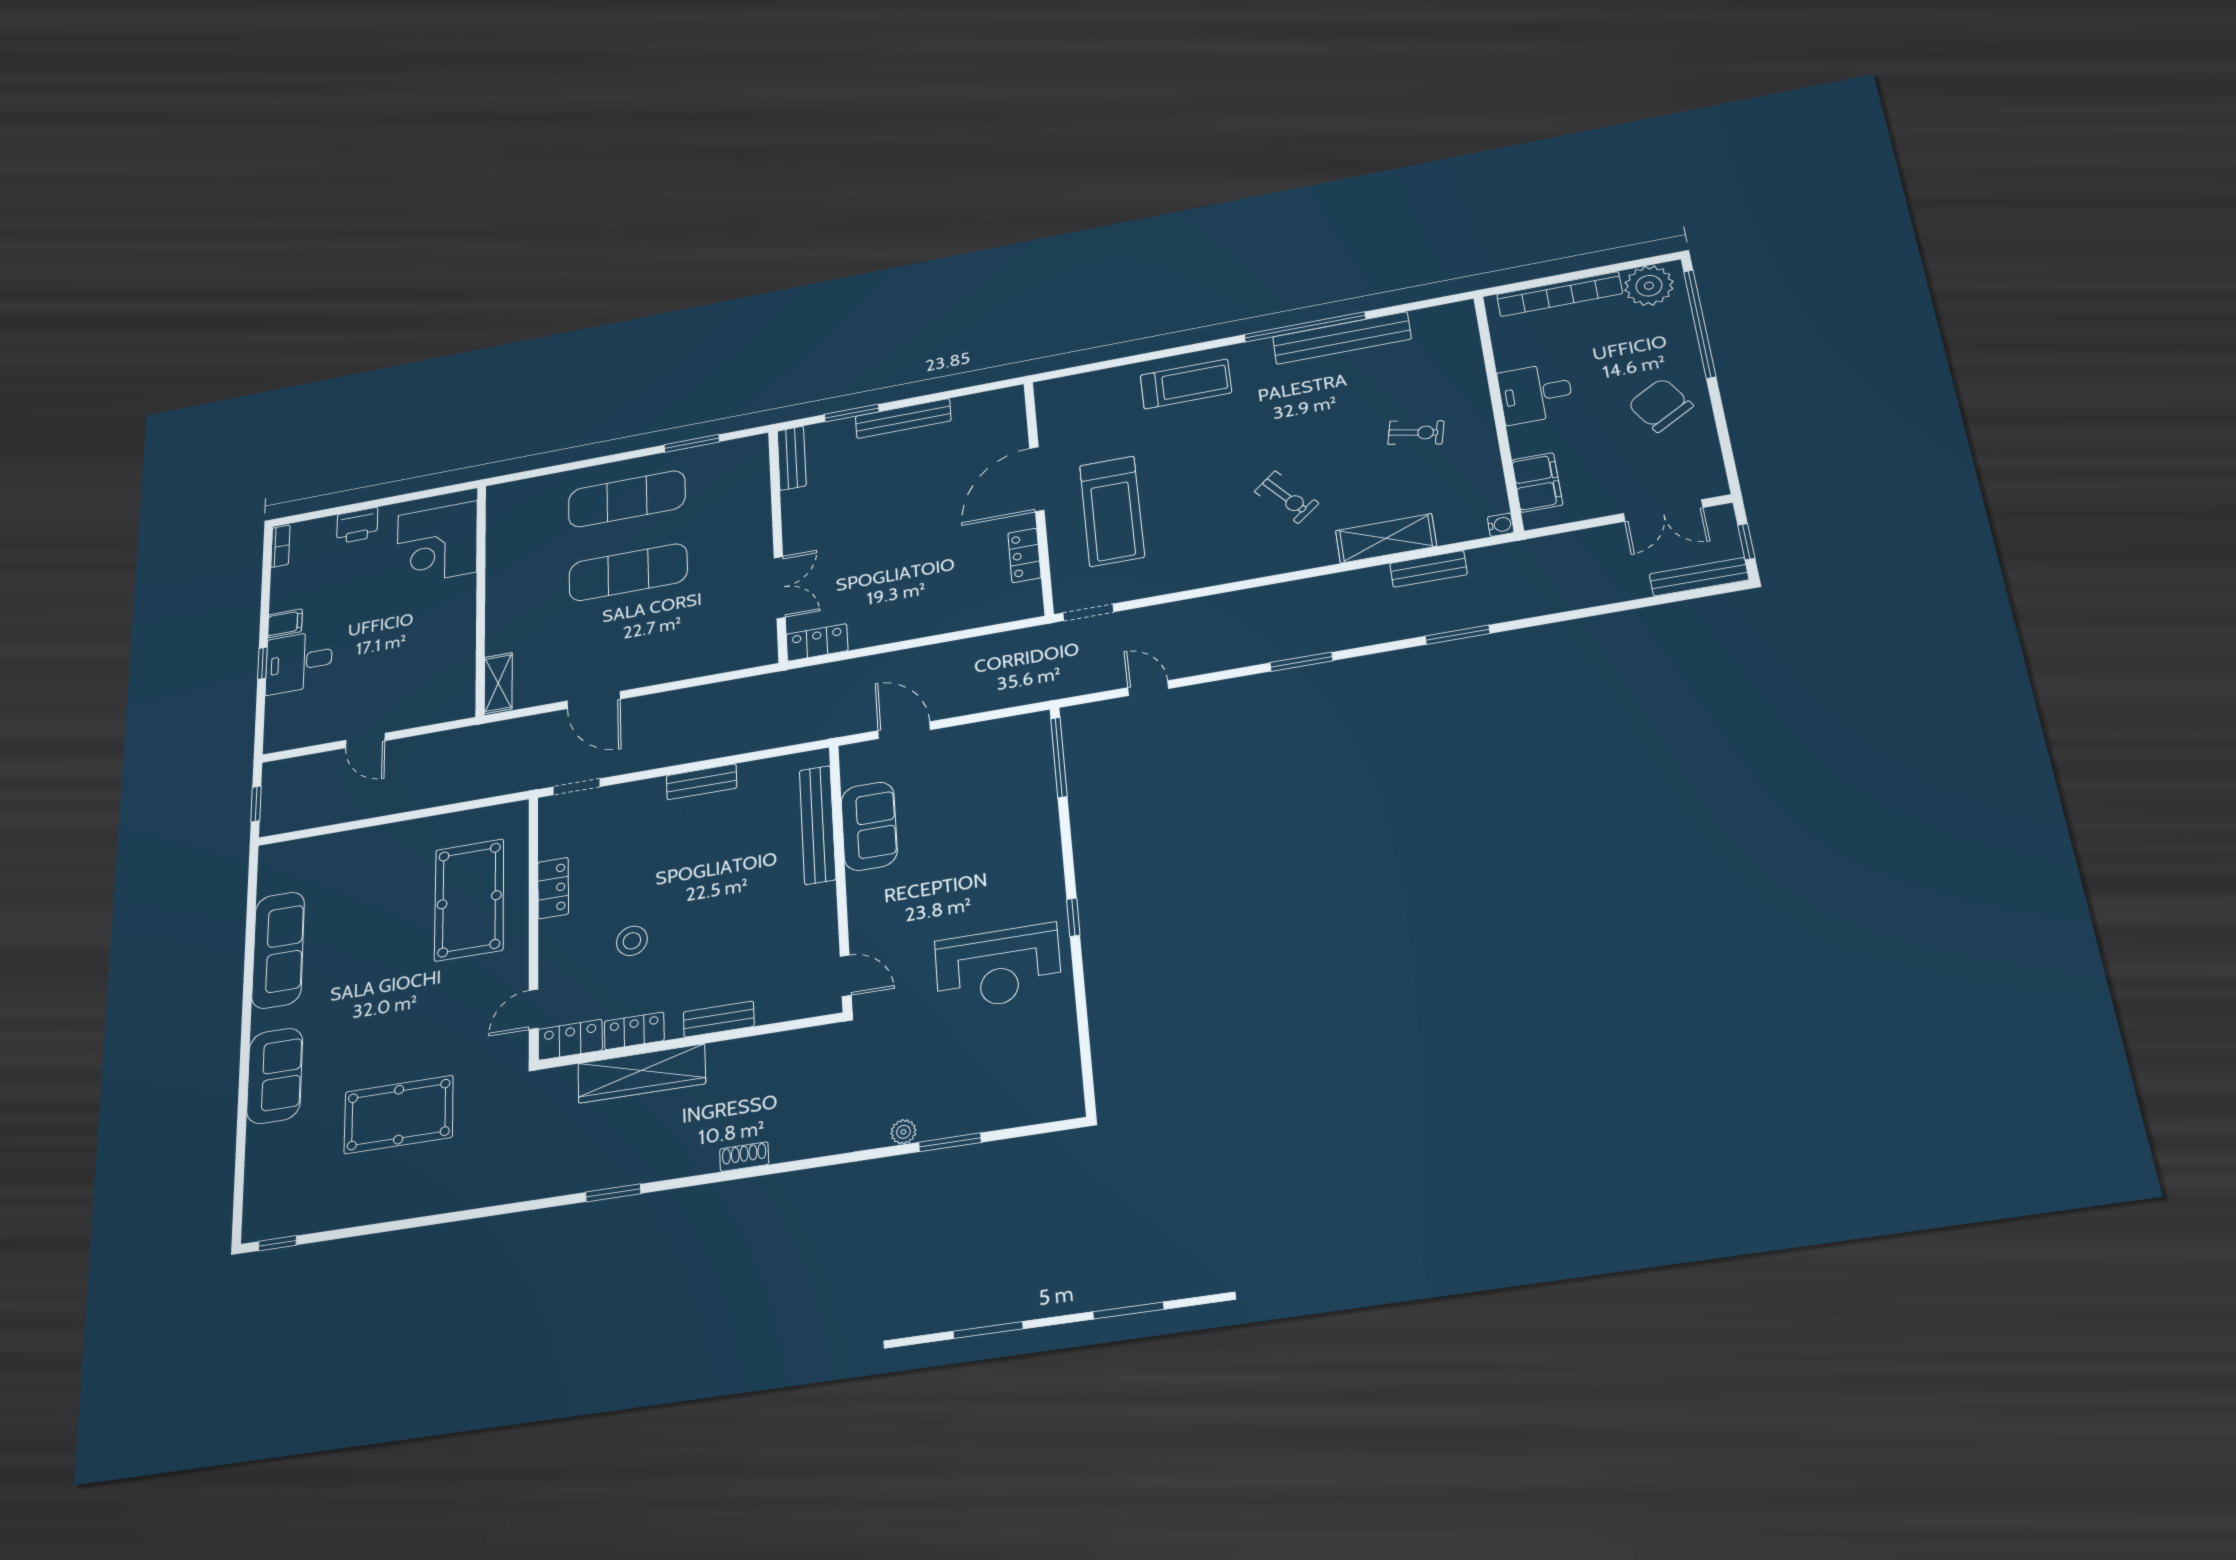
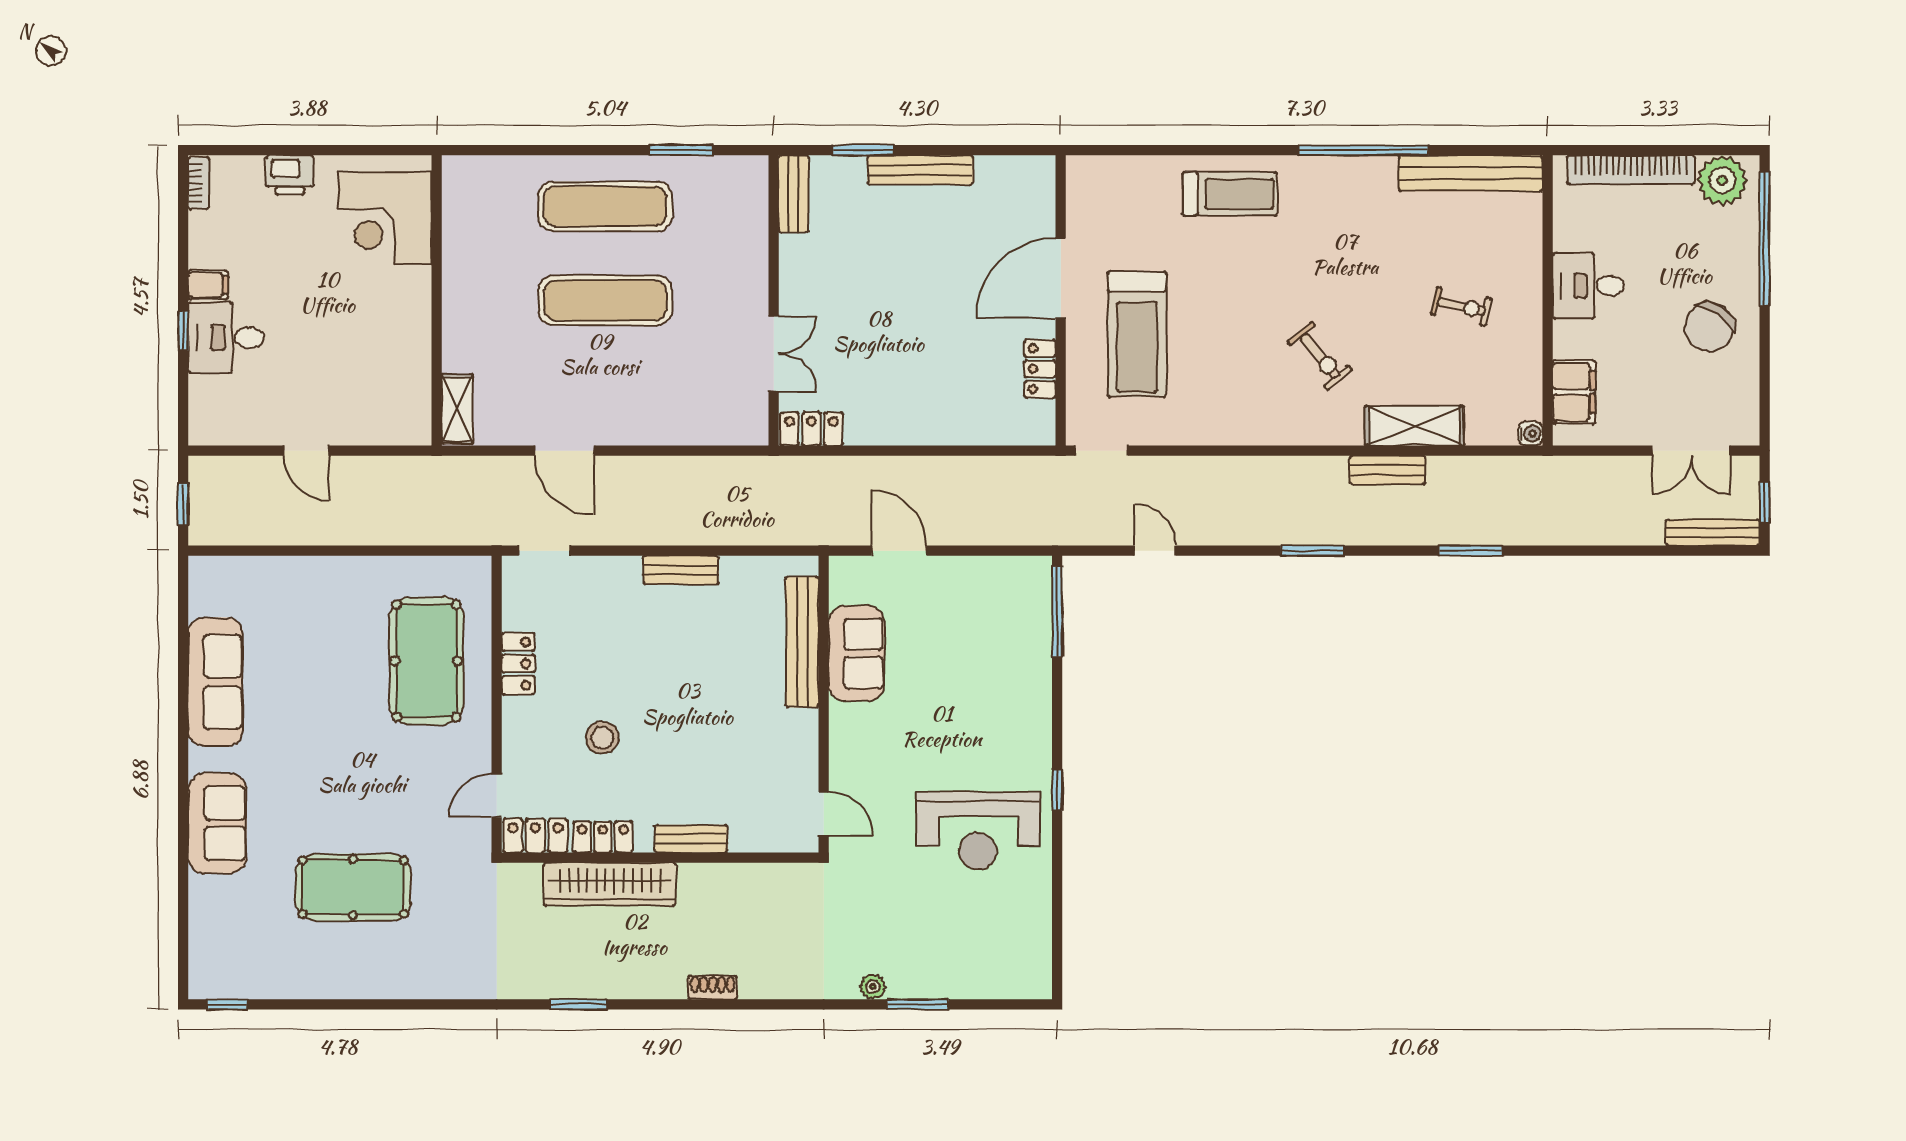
bench: (1342, 338) -> (1471, 173), moved
chair: (1660, 405) -> (1709, 327), turned -114
bench: (1428, 569) -> (1388, 470), moved

